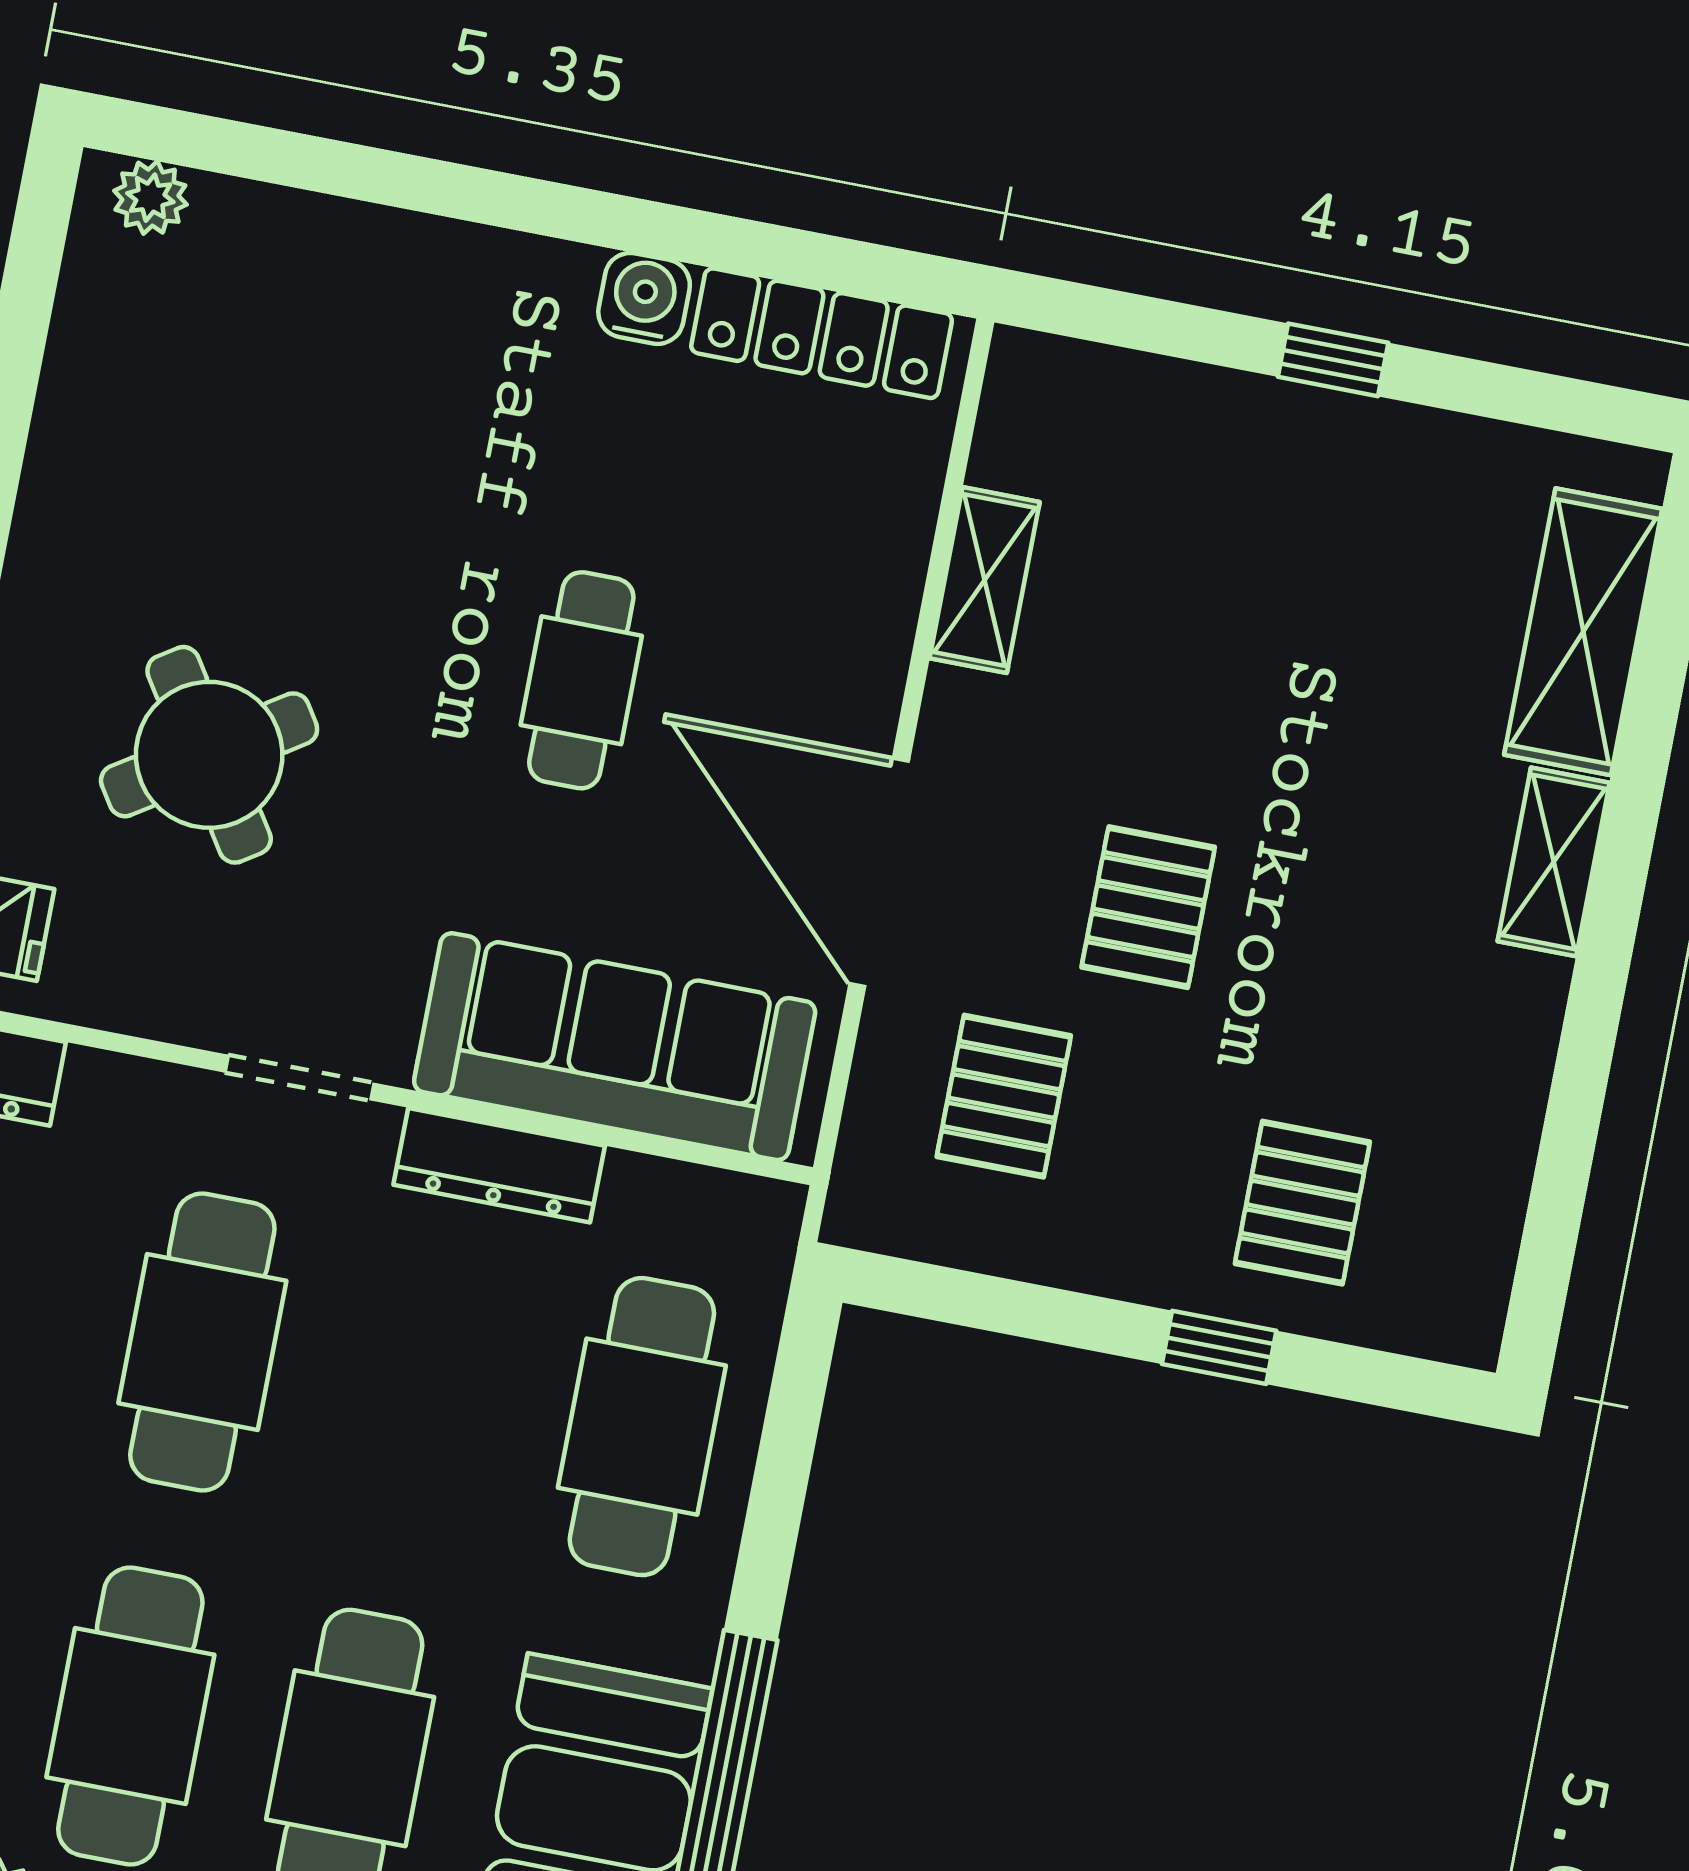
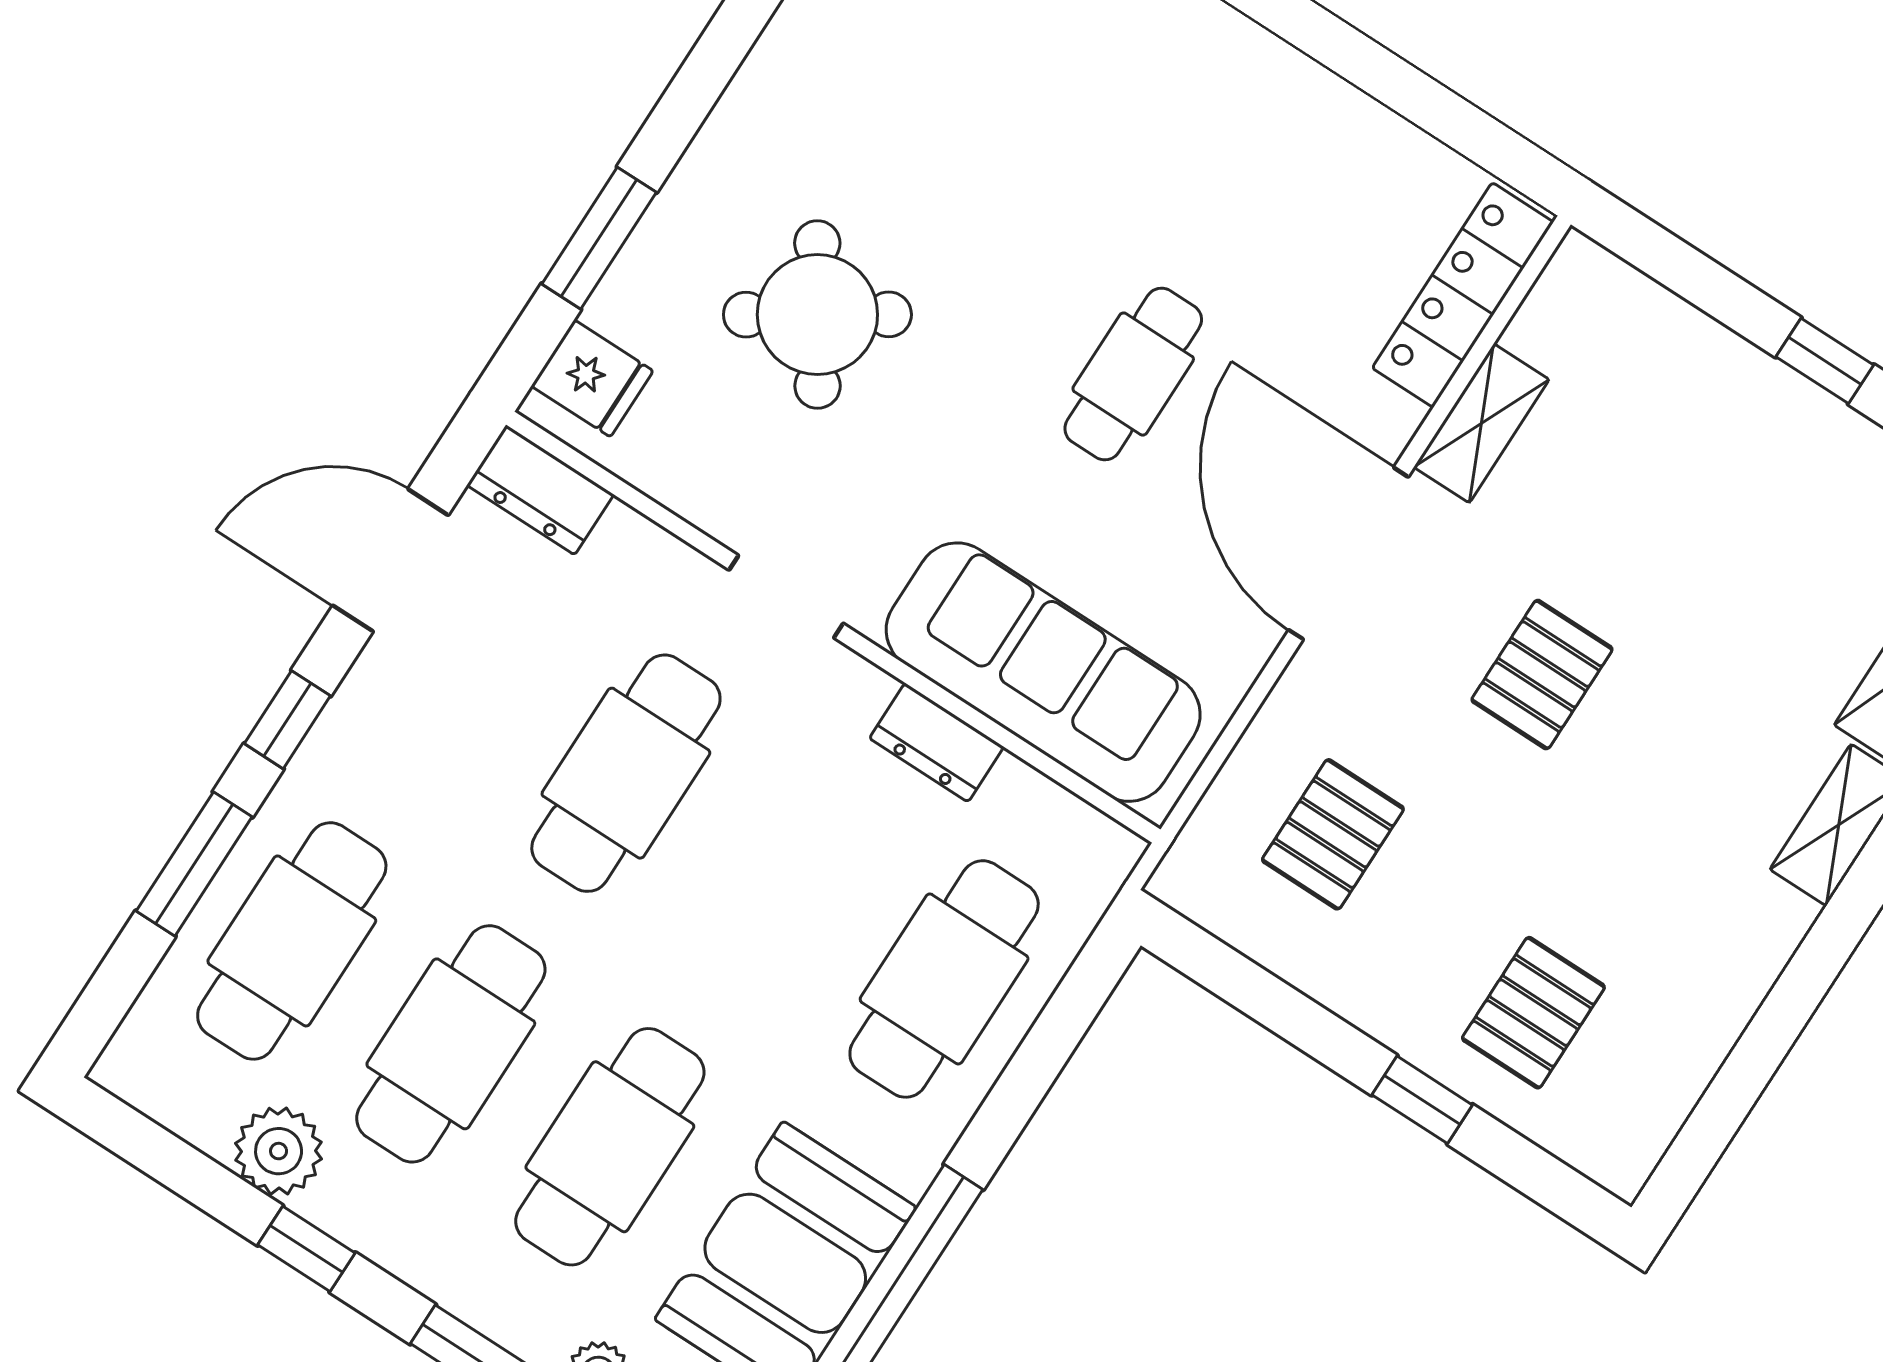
water cooler: (644, 298) -> (1303, 94), removed
locker: (822, 333) -> (1463, 295), moved, turned 90
door: (879, 873) -> (1348, 553), moved
pallet: (1148, 907) -> (1542, 675), moved
dresser: (499, 1165) -> (937, 743), width x0.70

